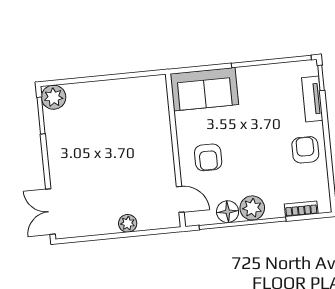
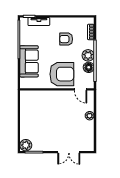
sofa: (204, 89) -> (29, 61), moved
armchair: (305, 150) -> (66, 39), moved
armchair: (208, 157) -> (62, 74), width x1.88, depth x1.88
door: (180, 199) -> (81, 89), swing flipped
double door: (50, 212) -> (69, 152), moved

